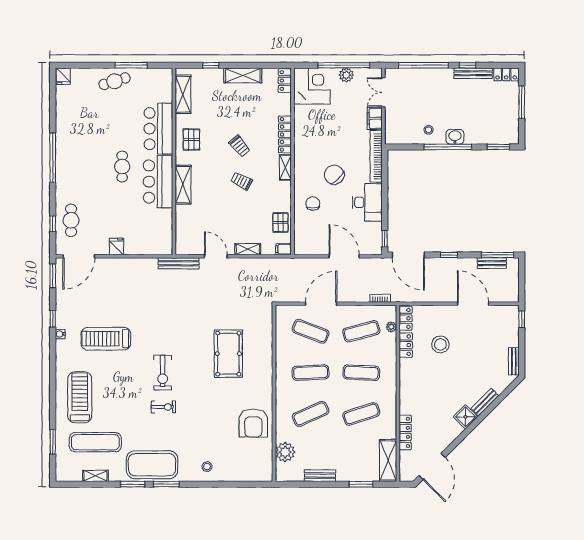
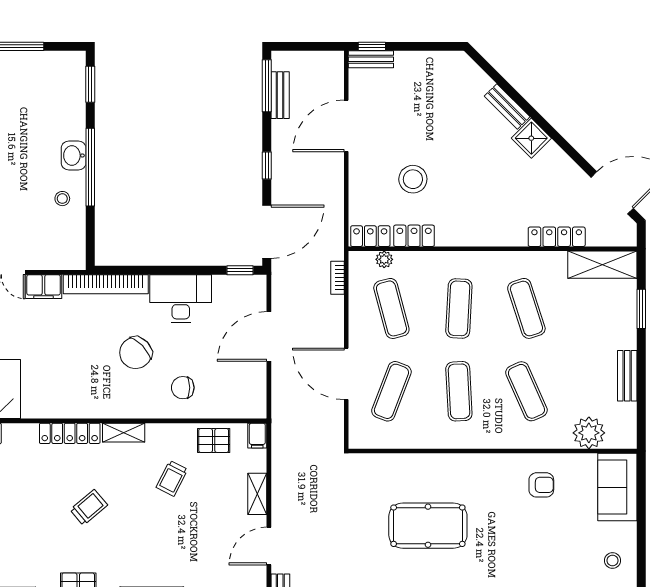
trolley: (241, 181) -> (172, 478), moved
bench: (514, 361) -> (371, 59), moved
armchair: (253, 423) -> (541, 485), width x0.53, depth x0.53
sofa: (252, 470) -> (617, 487), added

